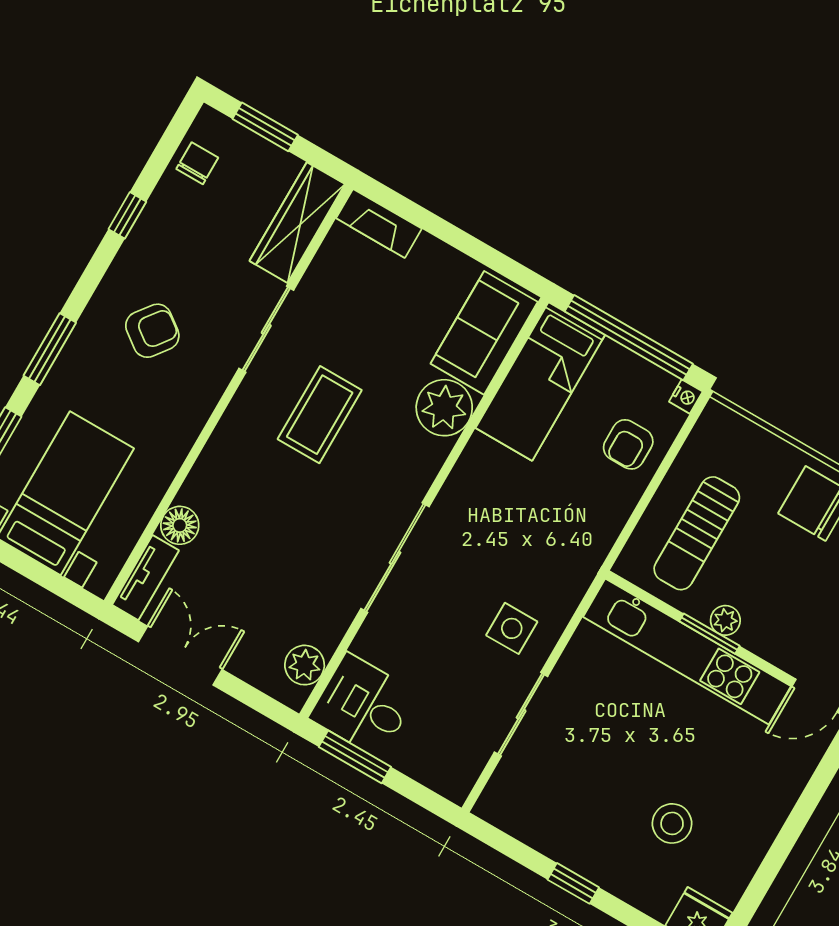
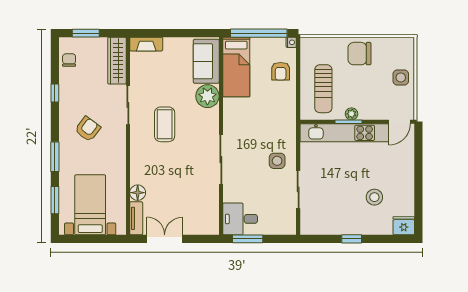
plant: (305, 665) -> (211, 217), removed

